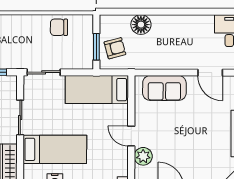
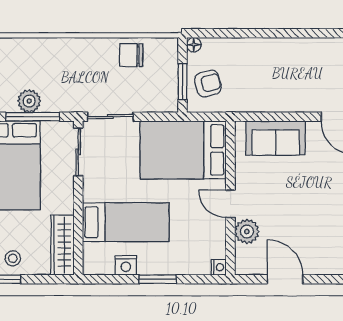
floor lamp: (141, 25) -> (194, 45), moved, width x0.53, depth x0.53
bed: (97, 90) -> (183, 150), width x1.50
sliding door: (20, 117) -> (78, 152), moved

